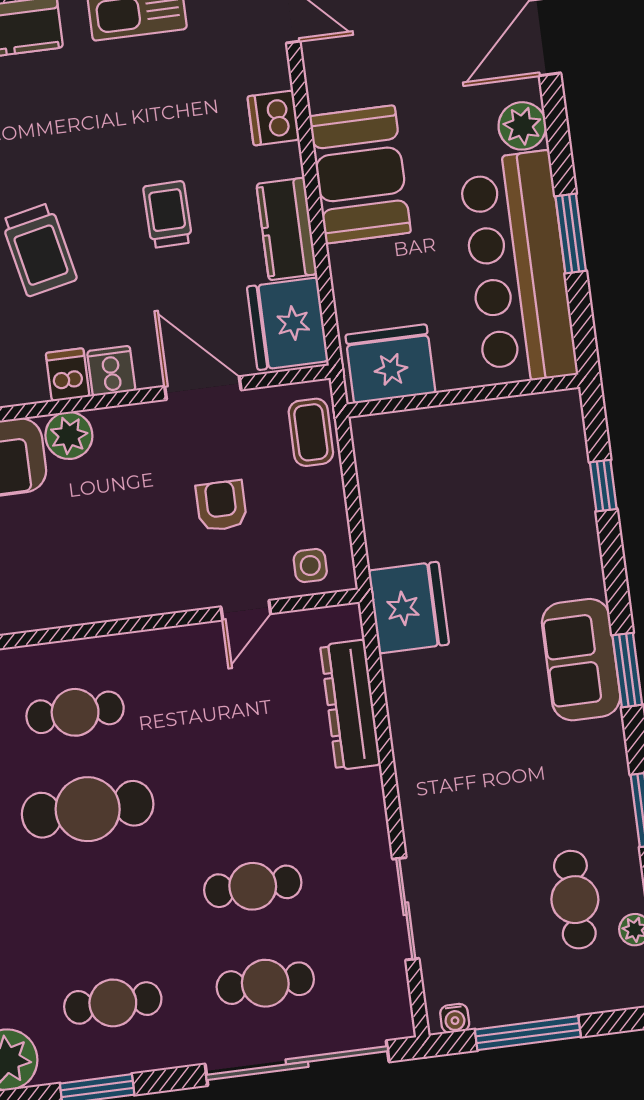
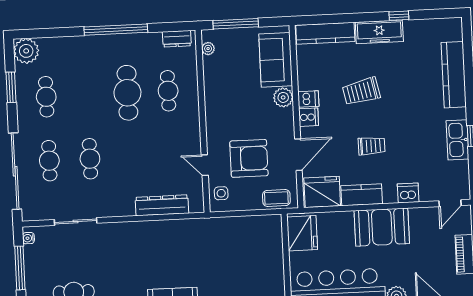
armchair: (221, 506) -> (249, 158), width x1.88, depth x1.88
fridge: (409, 608) -> (200, 233), removed

